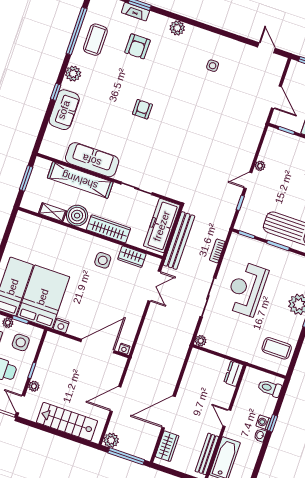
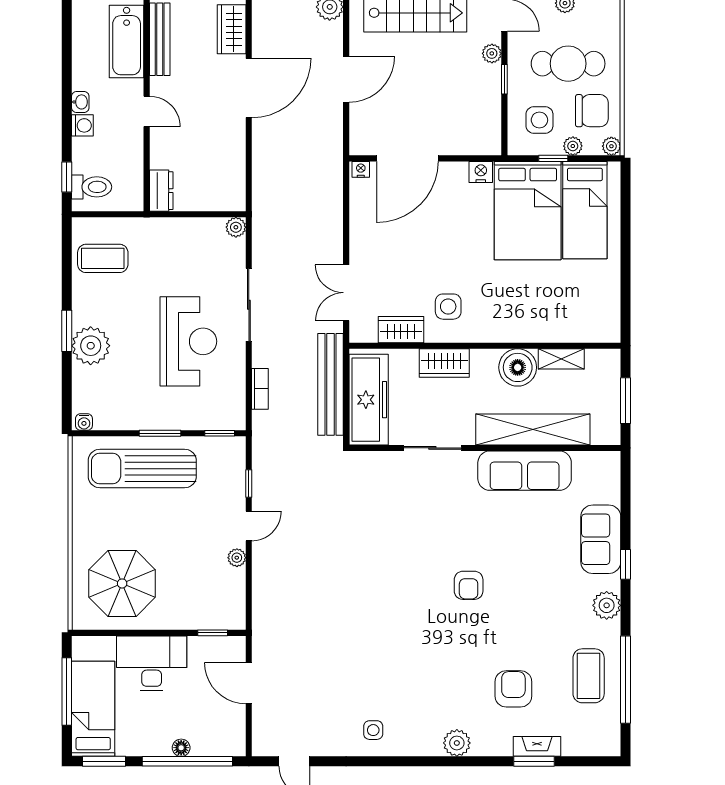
side table: (213, 66) -> (373, 730), moved
wardrobe: (108, 229) -> (444, 363), width x0.67
window: (272, 423) -> (67, 177), moved

